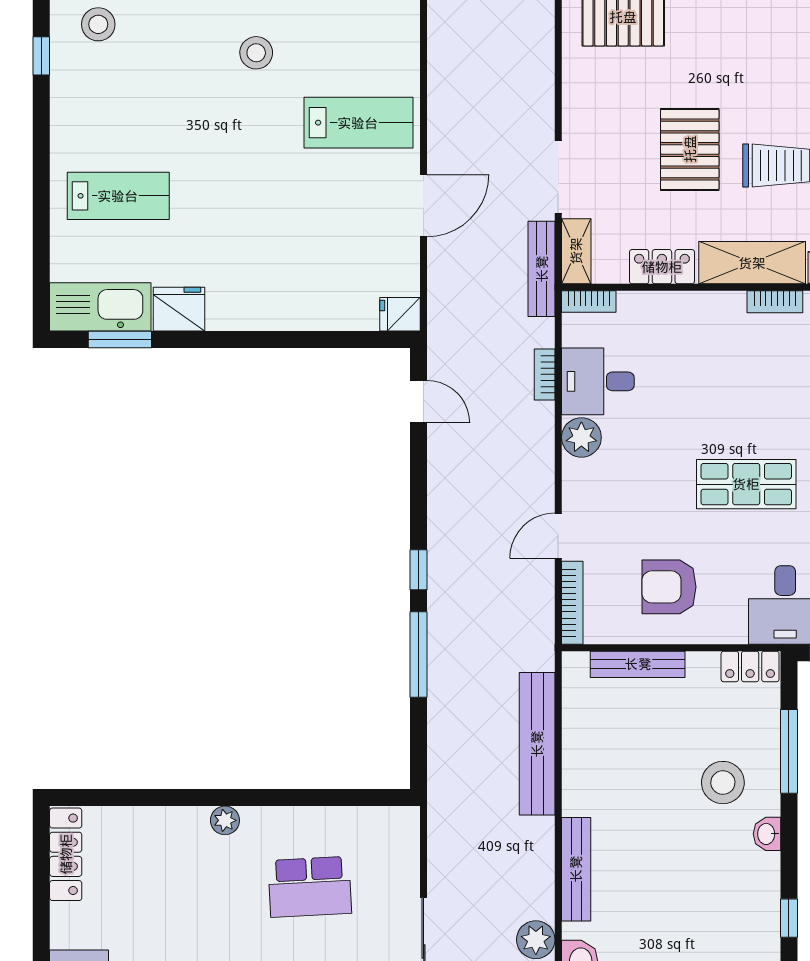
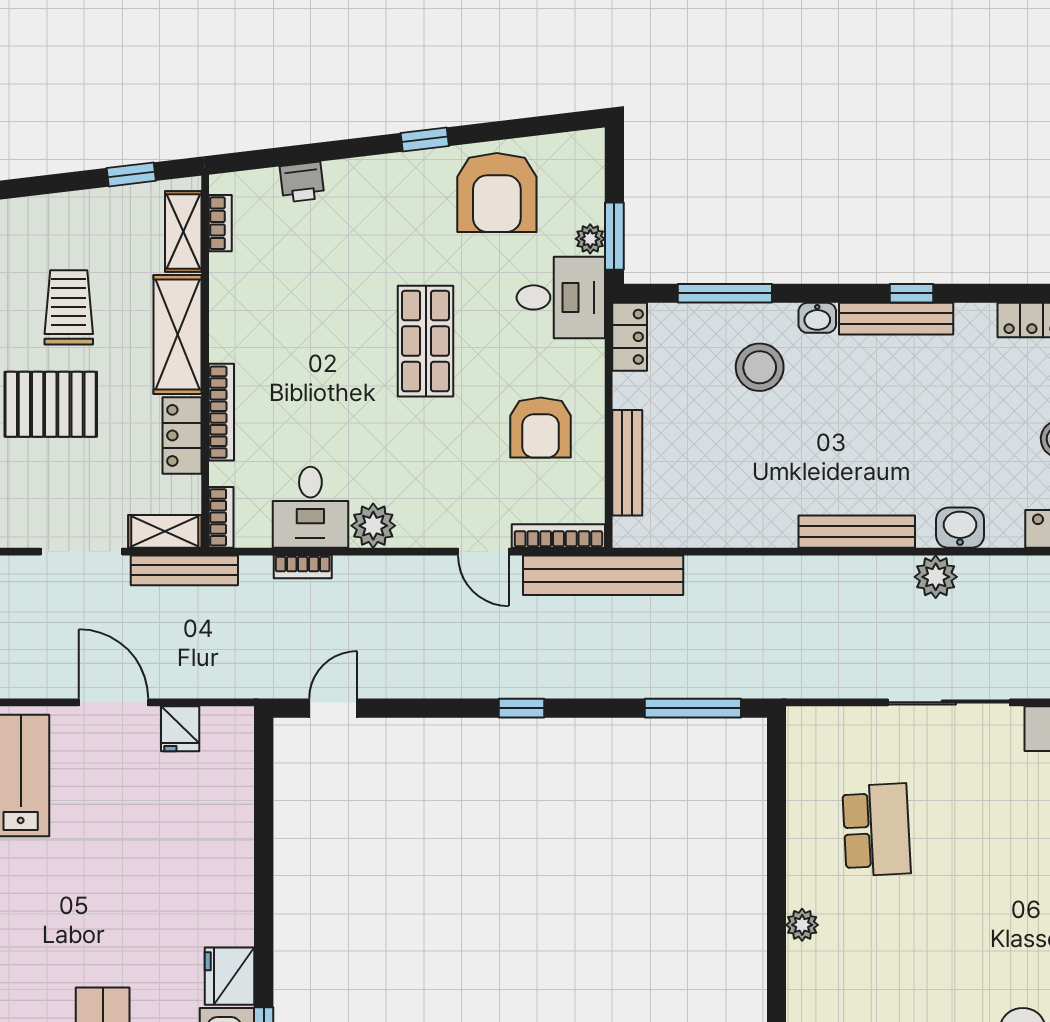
bookcase: (775, 302) -> (221, 412), moved, width x1.56
fridge: (400, 314) -> (180, 729), moved
window: (418, 654) -> (693, 708), moved
bench: (537, 744) -> (603, 575), moved
bench: (766, 904) -> (896, 319), added

